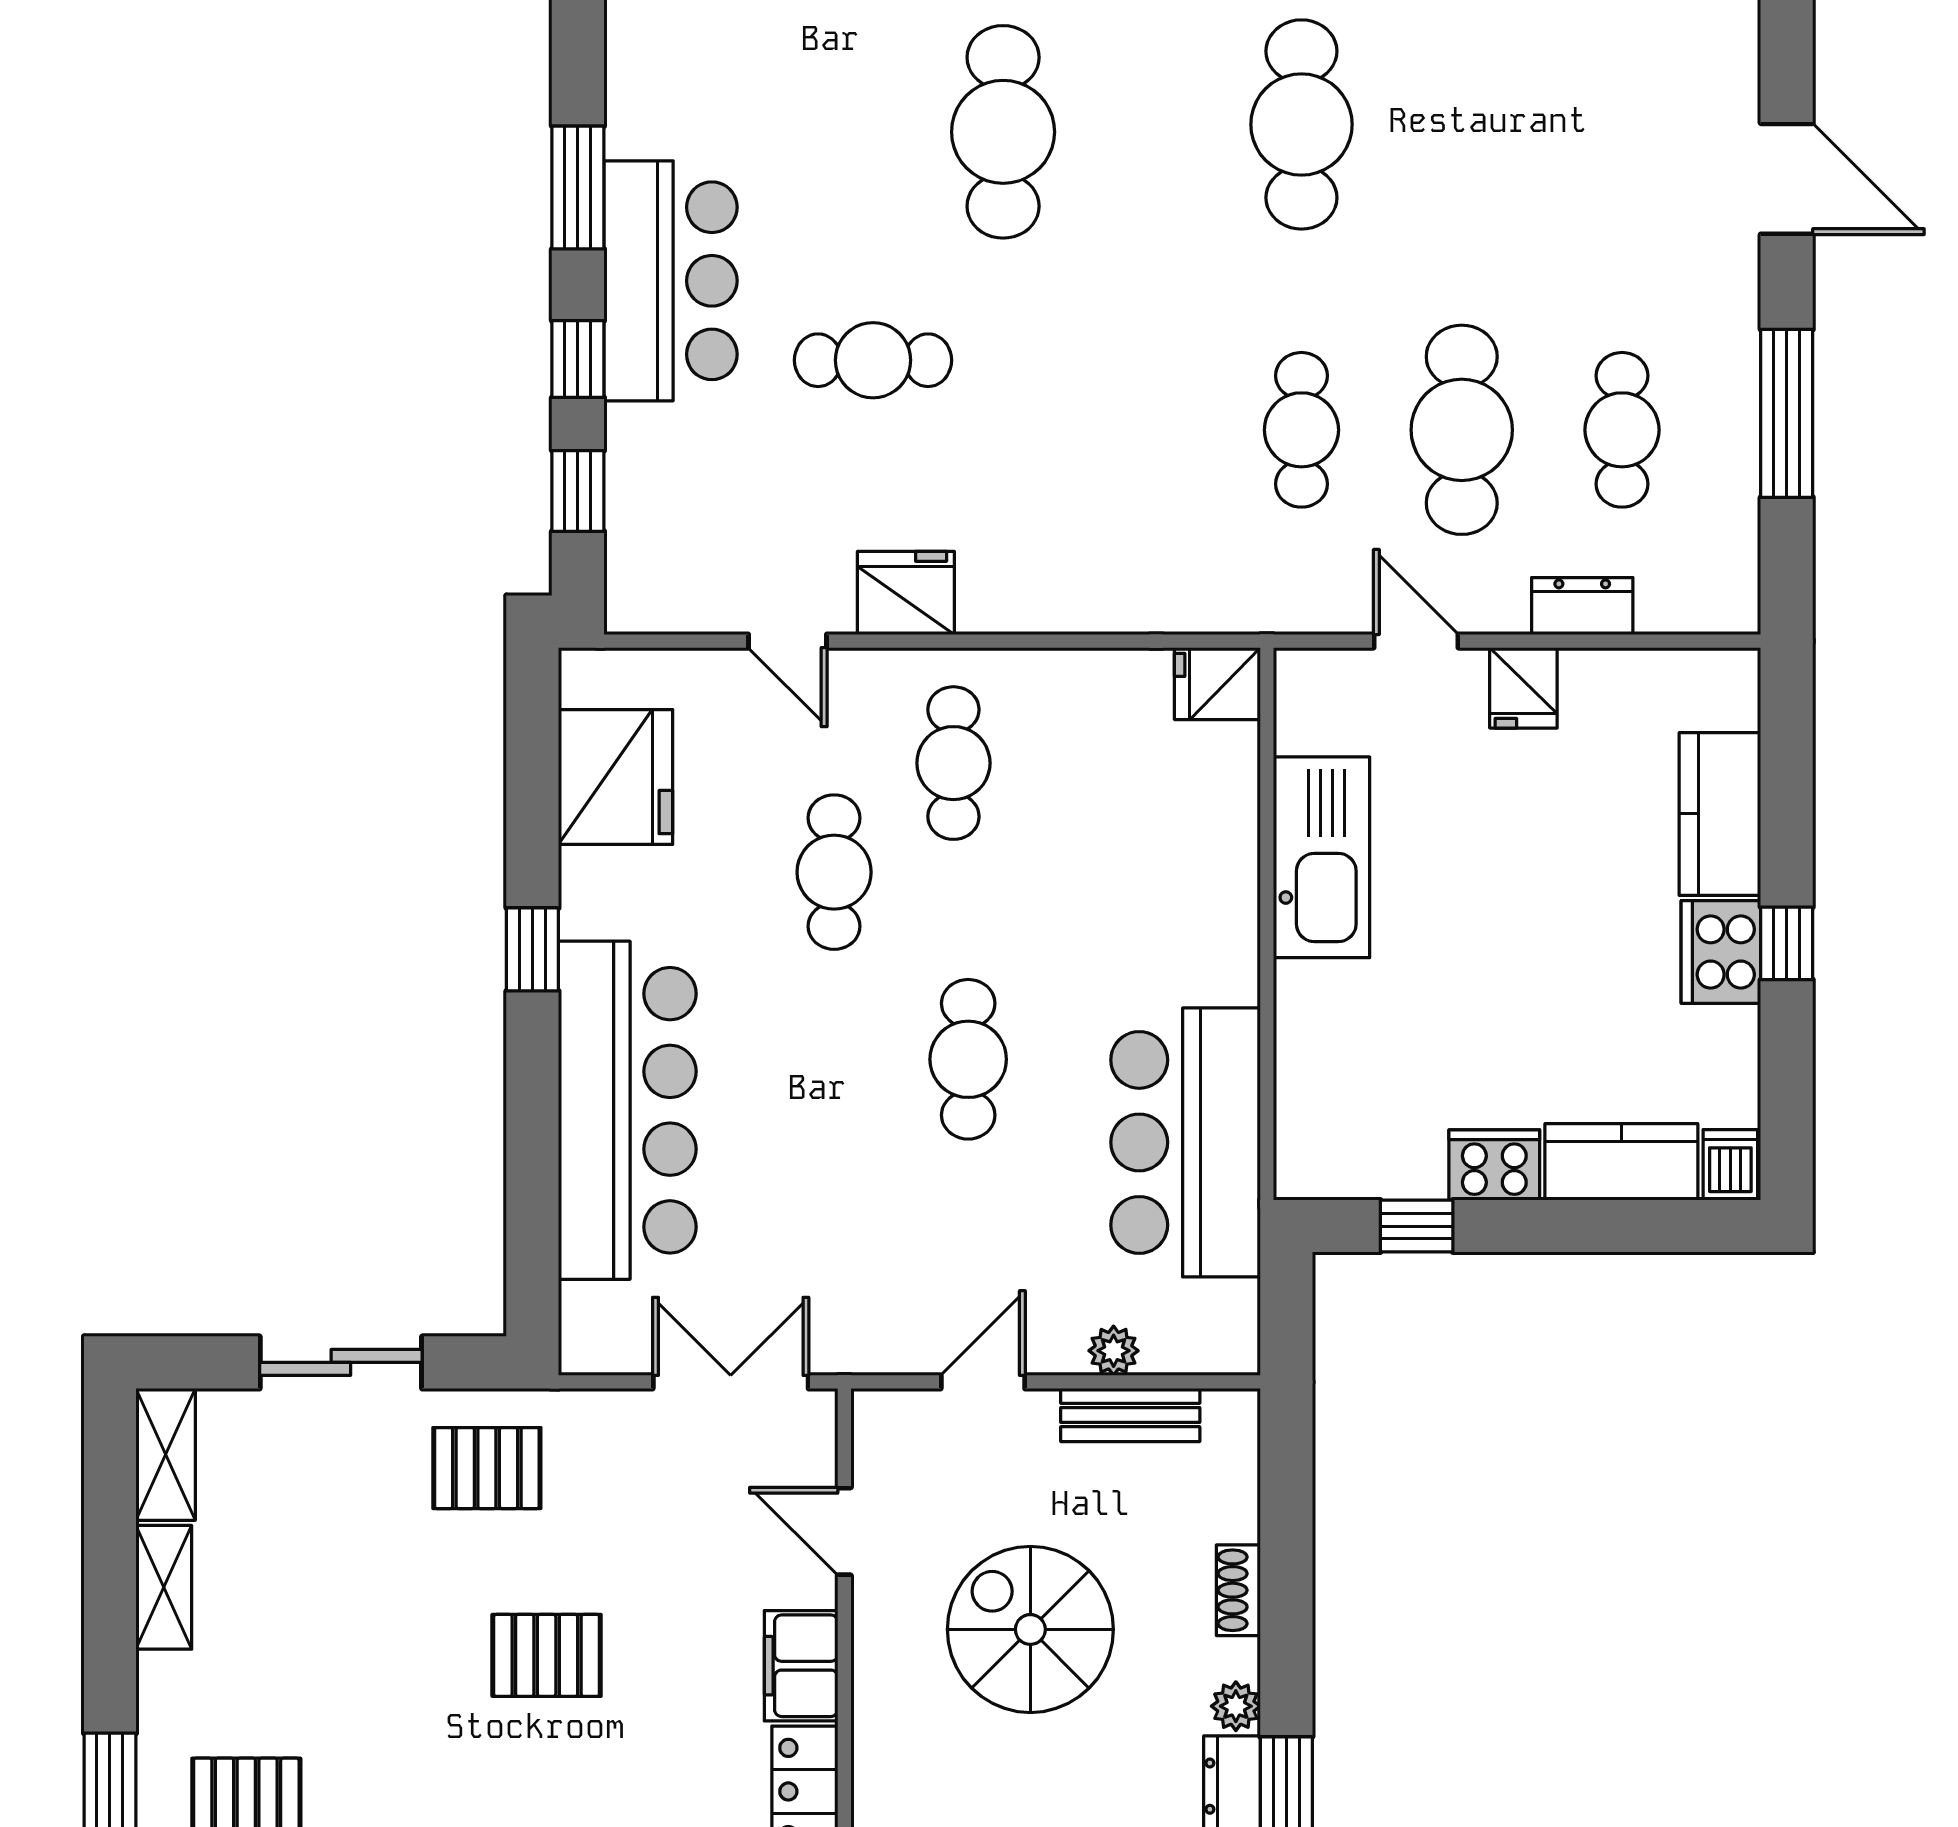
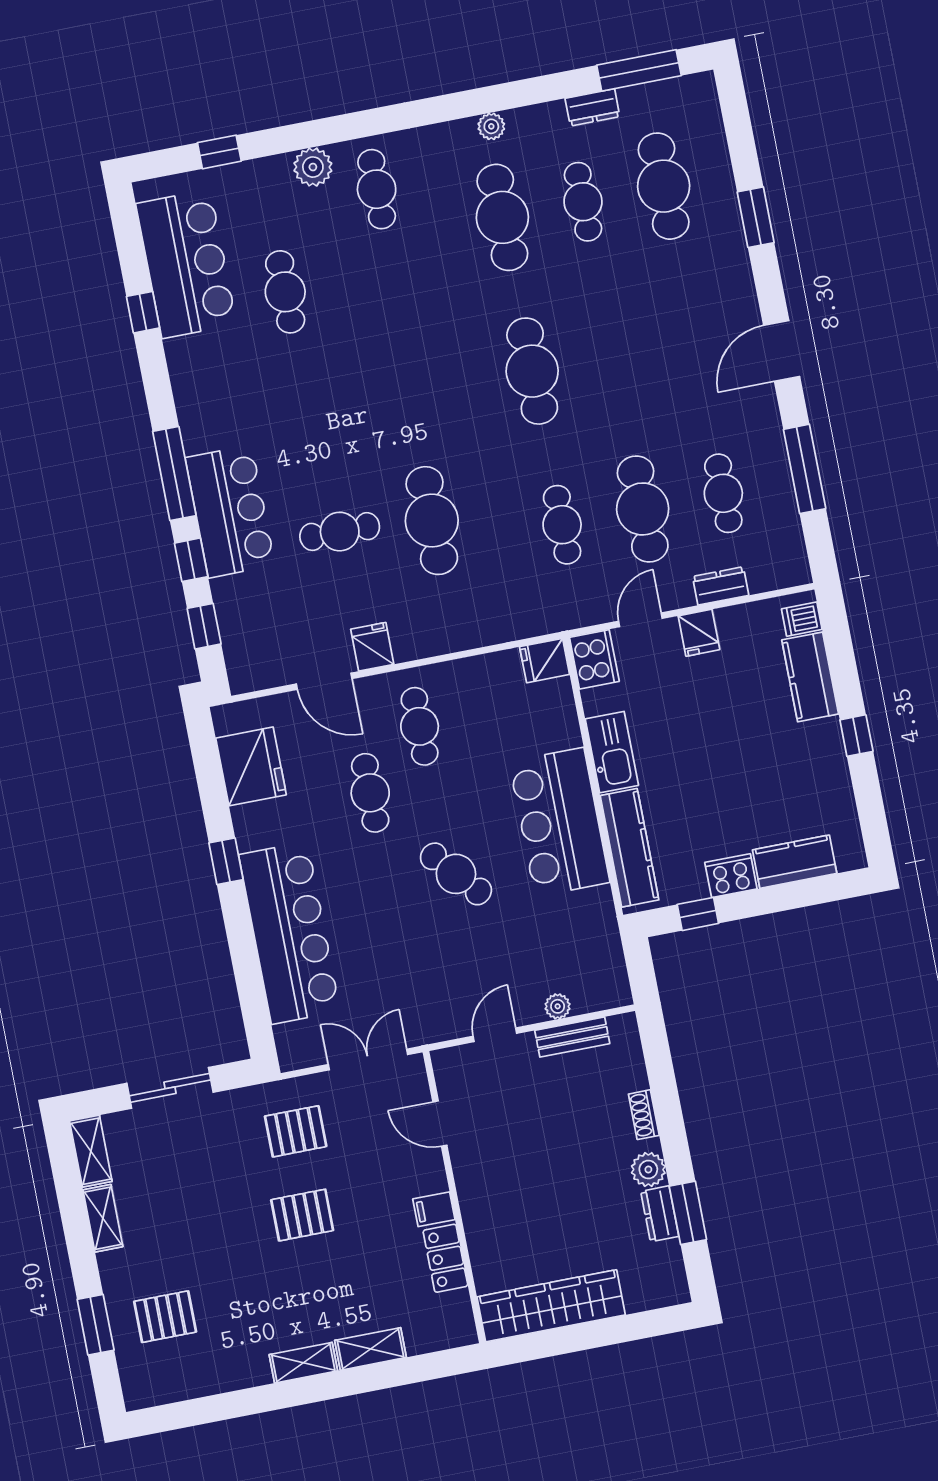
cafe table: (1003, 132) -> (432, 521), moved
door: (1787, 179) -> (782, 351), swing flipped
window: (578, 187) -> (174, 473), width x1.44
fridge: (906, 593) -> (372, 647), width x0.72
door: (787, 641) -> (324, 681), width x1.37
door: (1416, 641) -> (640, 620), hinge flipped
kitchen sink: (1321, 857) -> (612, 752), width x0.73, depth x0.81
cooker: (1721, 952) -> (594, 659), moved, turned 180
cafe table: (968, 1059) -> (456, 874), turned -41
kitchen counter: (1310, 1074) -> (629, 848), added
bar counter: (1186, 1142) -> (559, 822), moved
dishwasher: (1730, 1165) -> (802, 619), moved, turned -90
pallet: (487, 1468) -> (296, 1131), moved
spiral stairs: (1030, 1629) -> (543, 1155), removed
filing cabinet: (801, 1666) -> (434, 1209), width x0.50
plant: (1236, 1706) -> (648, 1169), width x1.38, depth x1.38

